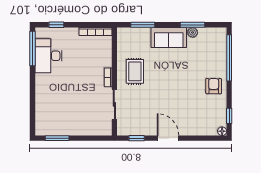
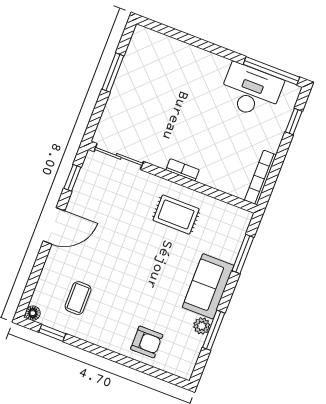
window: (229, 58) -> (141, 367), removed
armchair: (214, 86) -> (147, 342), moved
sliding door: (114, 104) -> (119, 156), moved
coffee table: (204, 109) -> (78, 298), added
window: (57, 138) -> (113, 72), moved

